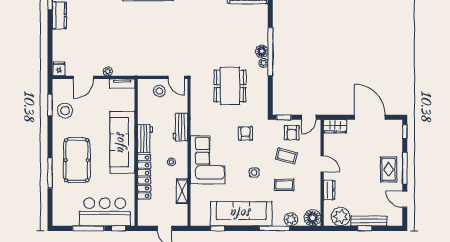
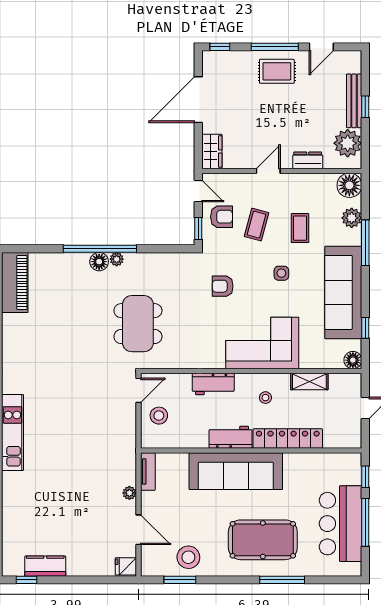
dining table: (230, 86) -> (138, 324), moved, turned 90
bar counter: (105, 212) -> (341, 524), moved
floor lamp: (196, 220) -> (353, 360), added

